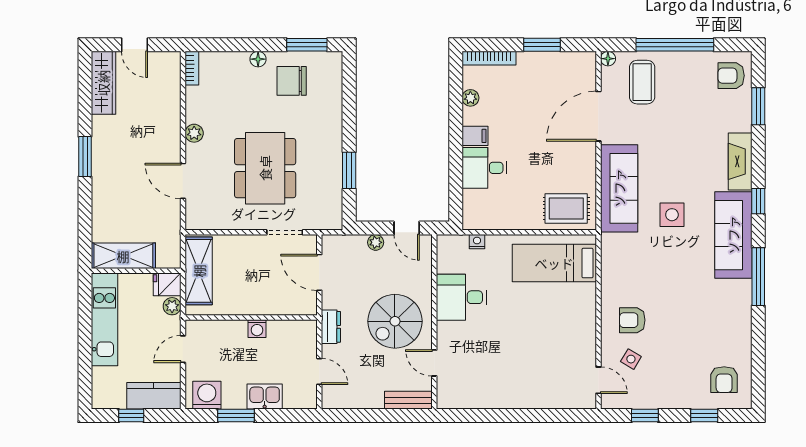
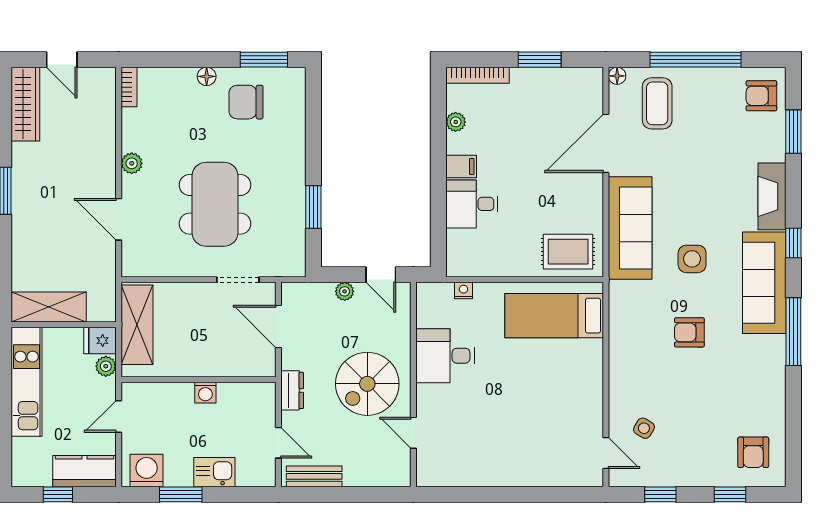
armchair: (632, 320) -> (689, 332), moved
bench: (408, 400) -> (314, 476), moved

